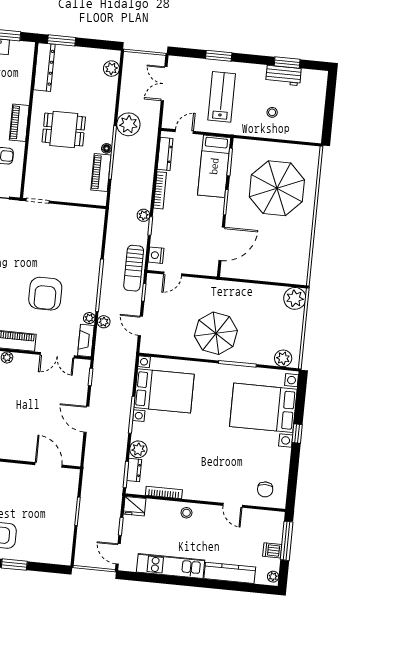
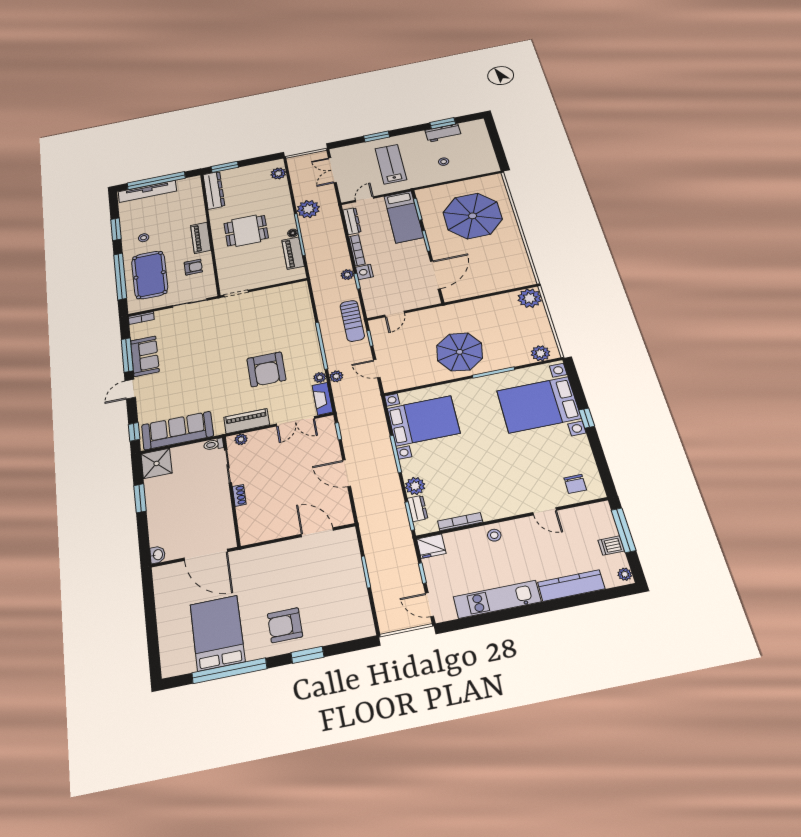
nightstand: (156, 255) -> (364, 272), moved

